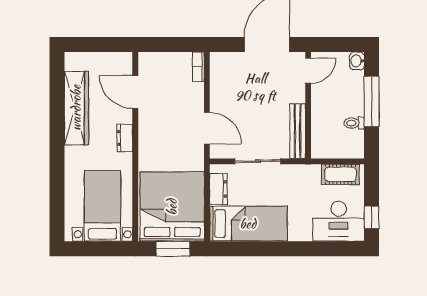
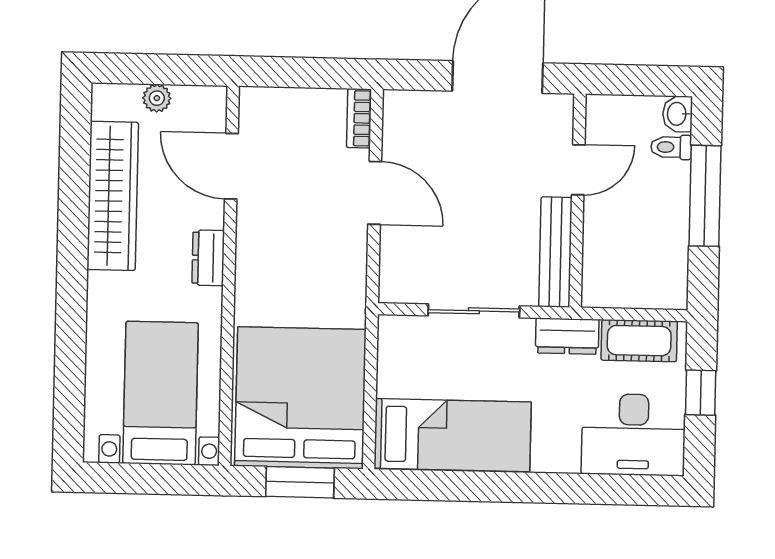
plant: (97, 59) -> (157, 98), added
door: (308, 71) -> (578, 170), moved
toilet: (354, 123) -> (671, 147), moved
door: (207, 128) -> (375, 193), moved
dresser: (219, 189) -> (567, 336), moved, turned 90
window: (372, 217) -> (701, 393), moved

